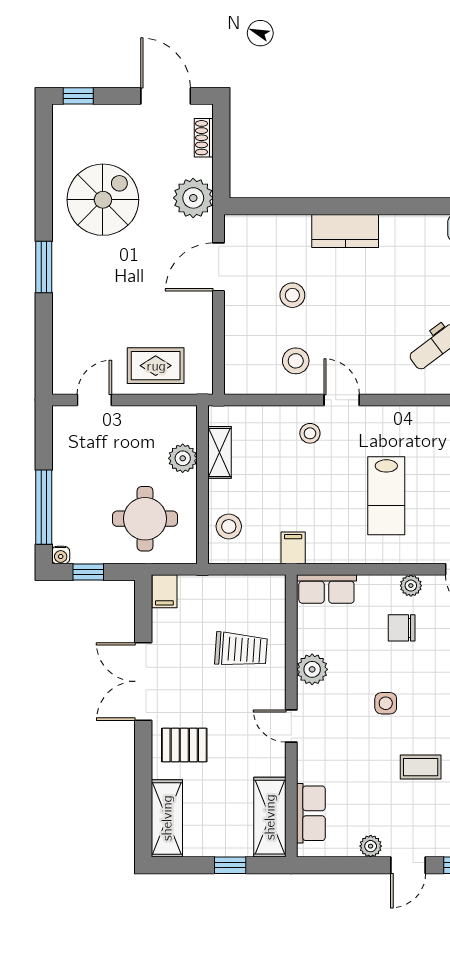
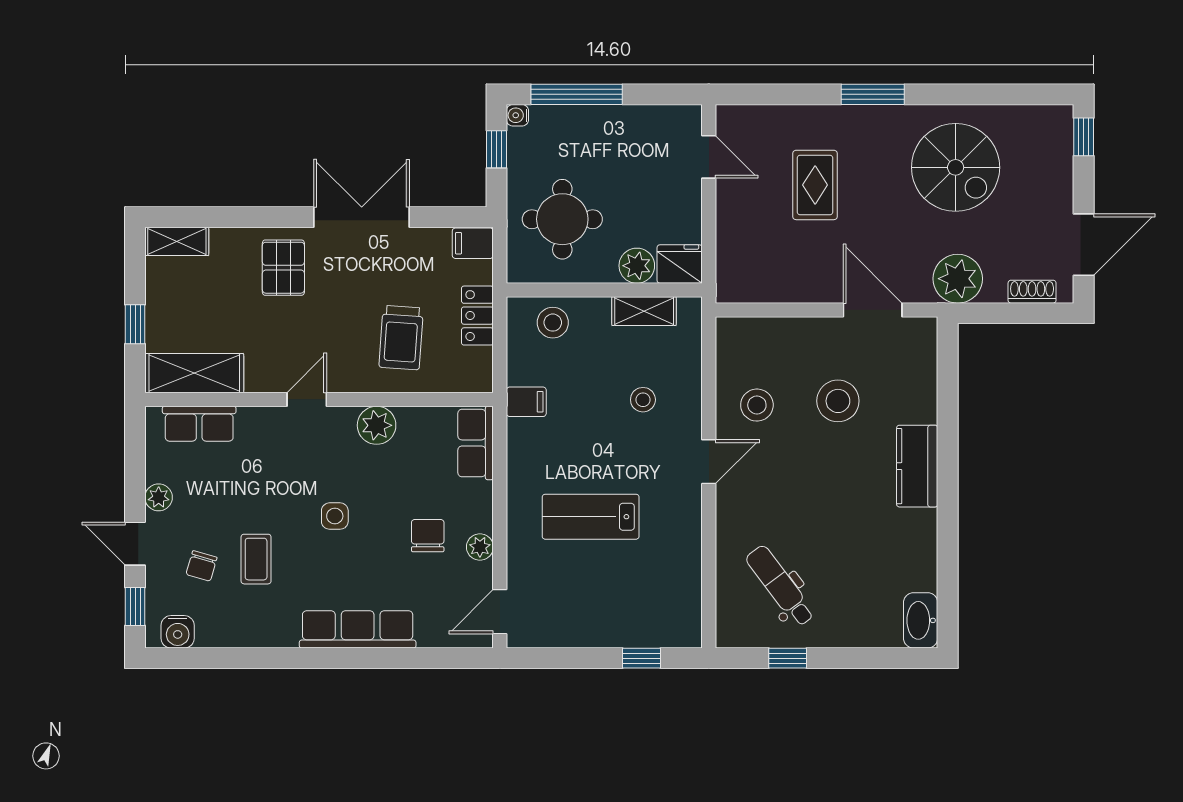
stool: (292, 295) -> (838, 401), width x1.38, depth x1.38
rug: (156, 366) -> (815, 185), moved
fridge: (181, 424) -> (680, 264), added
stool: (310, 433) -> (643, 400), moved
locker: (223, 588) -> (477, 316), added
chair: (426, 811) -> (202, 566), added
shelving: (167, 818) -> (177, 241), width x0.67, depth x0.75

